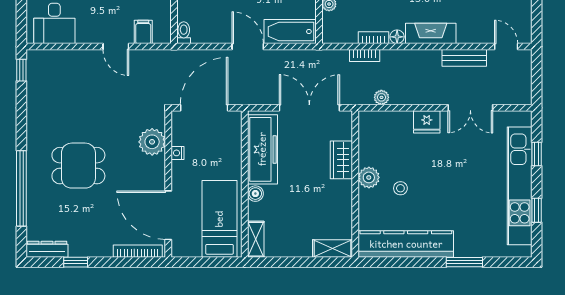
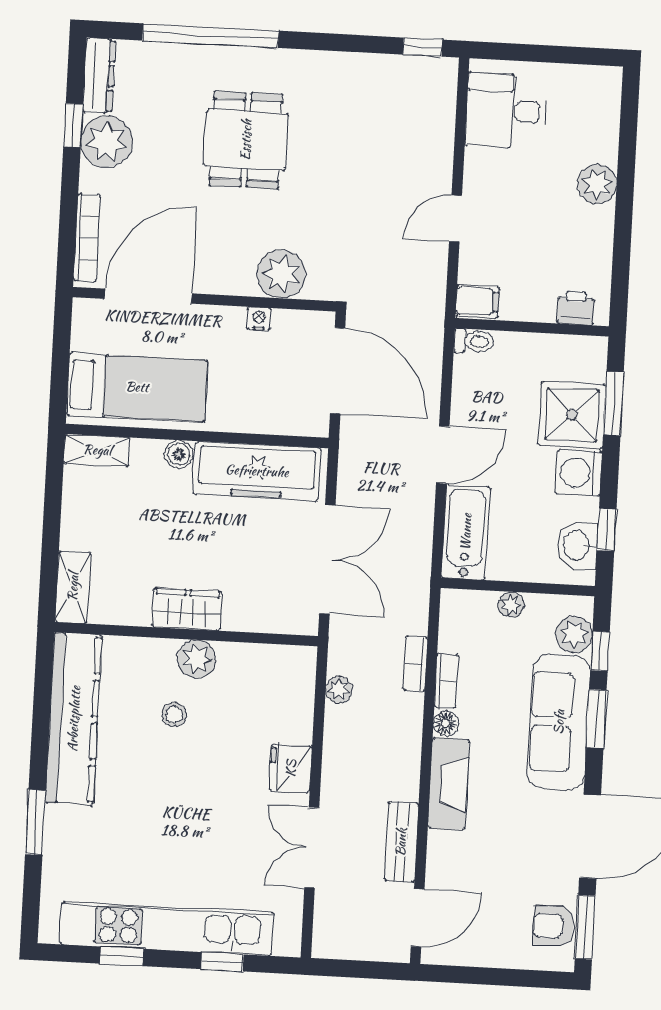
filing cabinet: (143, 32) -> (477, 301), moved
door: (506, 47) -> (418, 918), width x1.38
wardrobe: (341, 160) -> (187, 609), moved
plant: (84, 243) -> (107, 142), added

